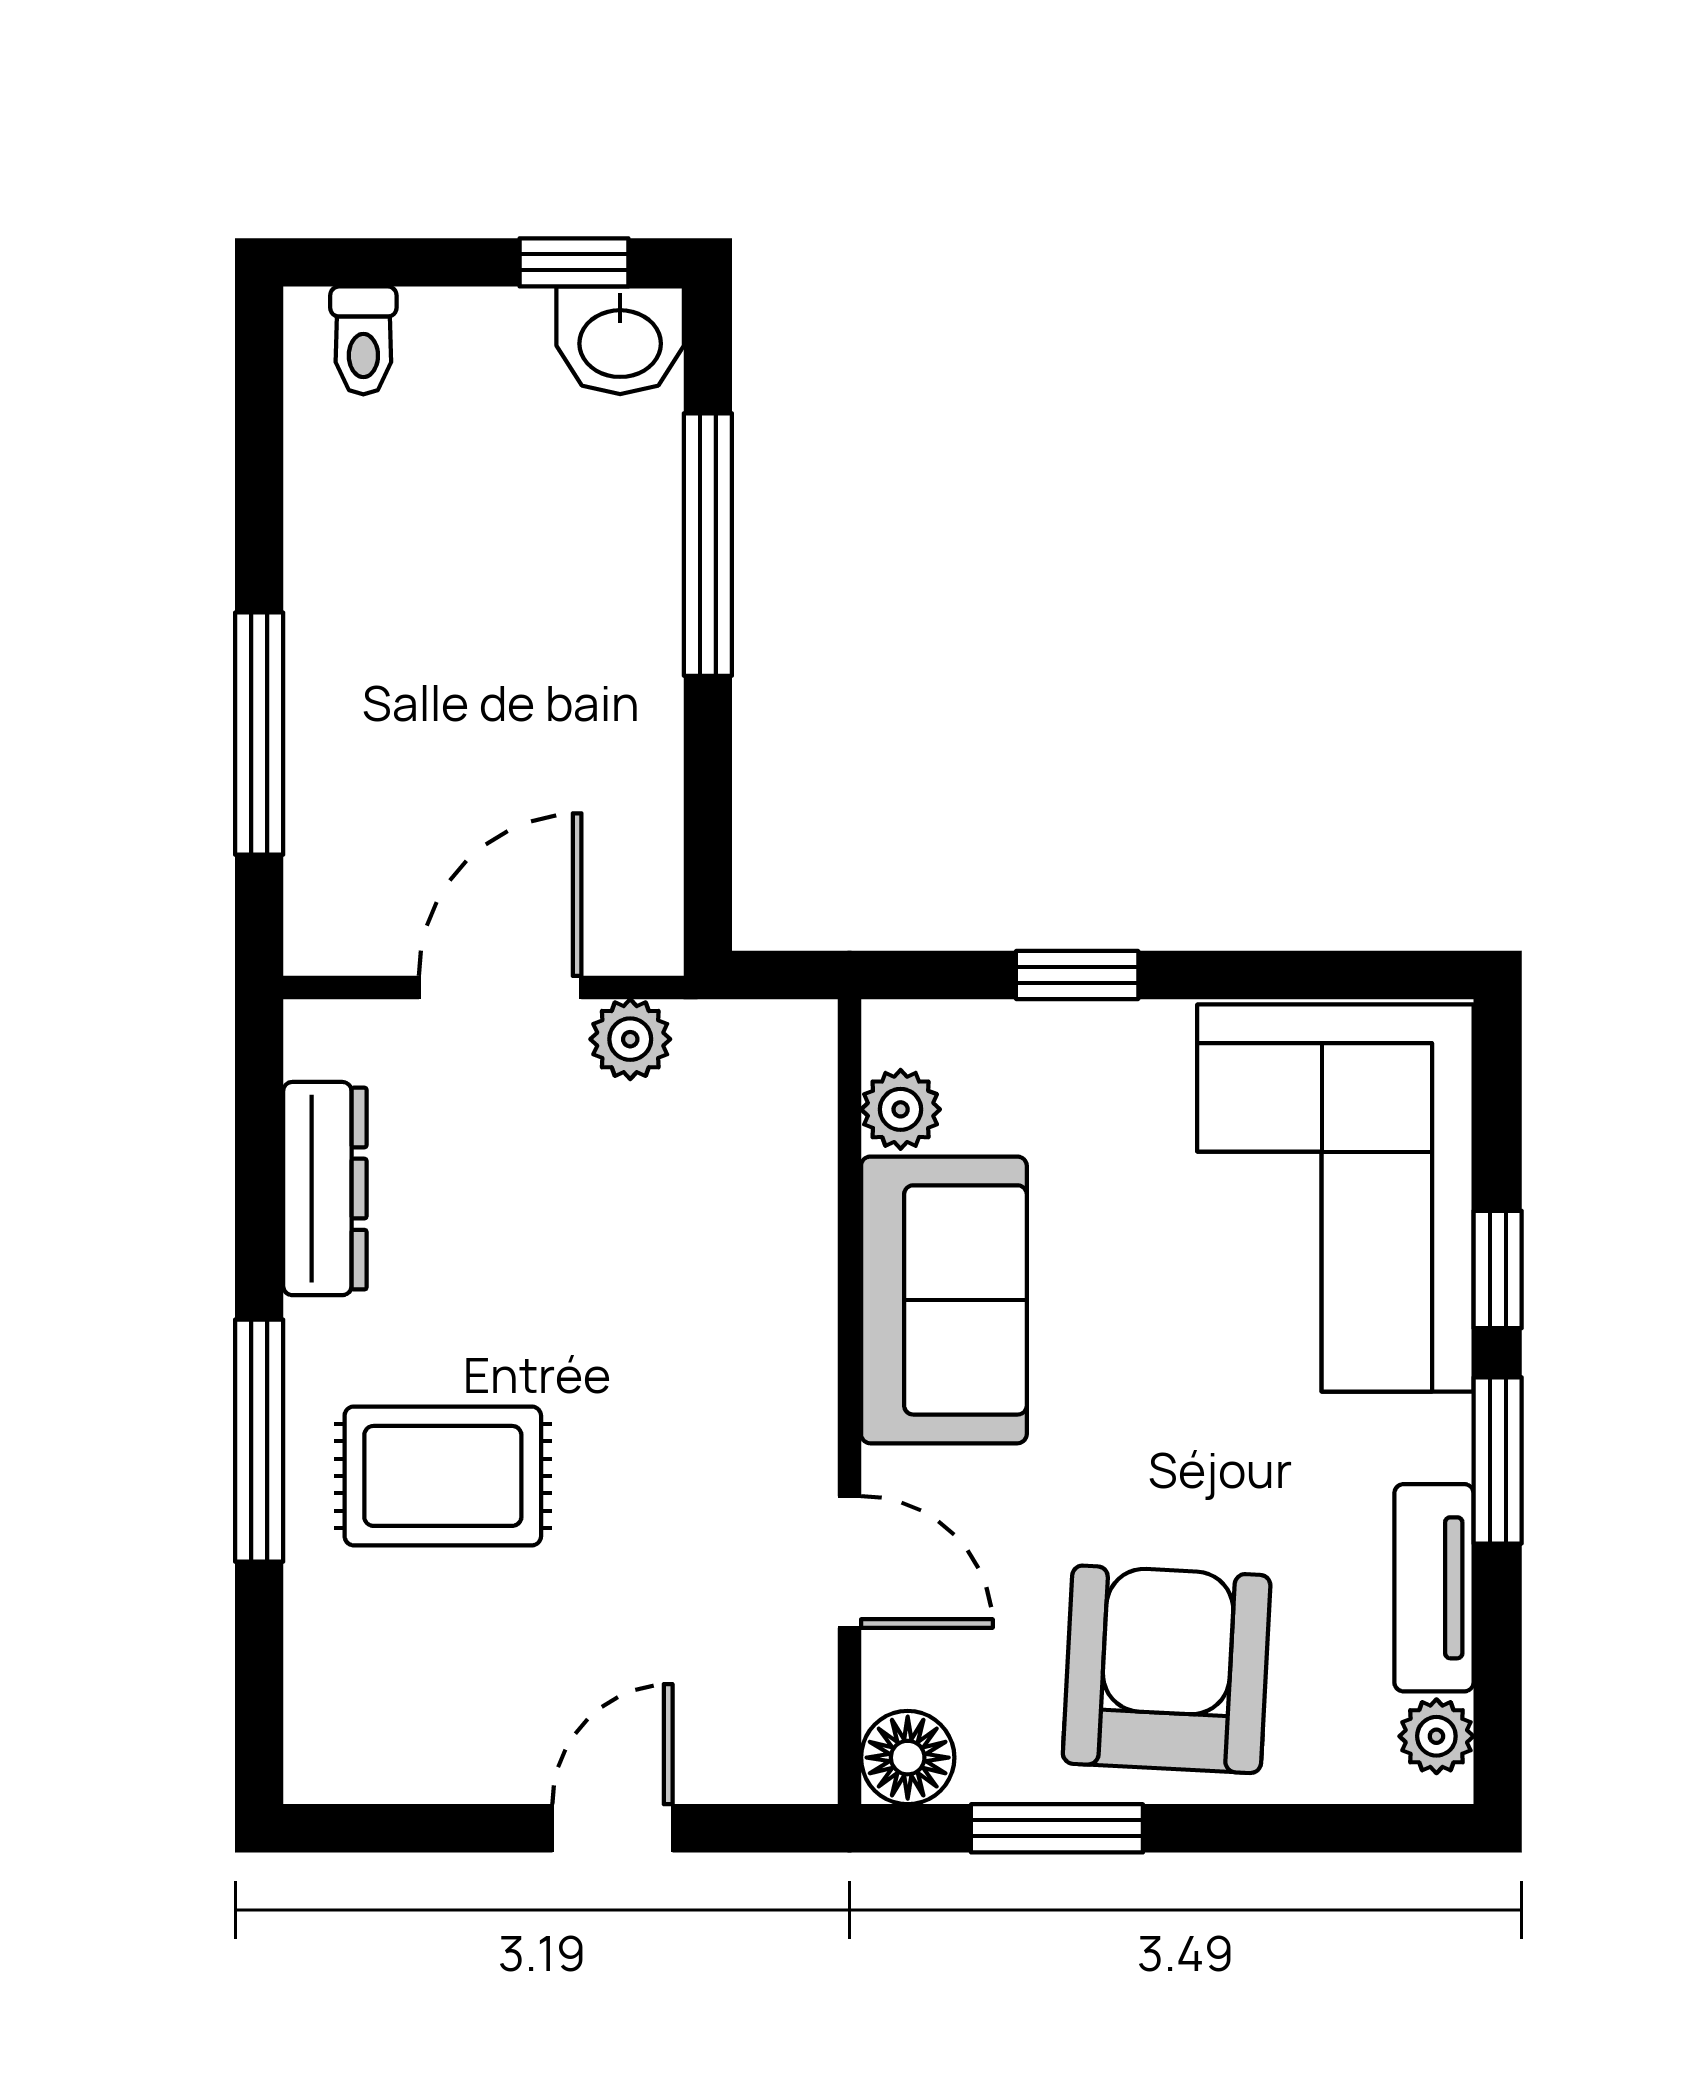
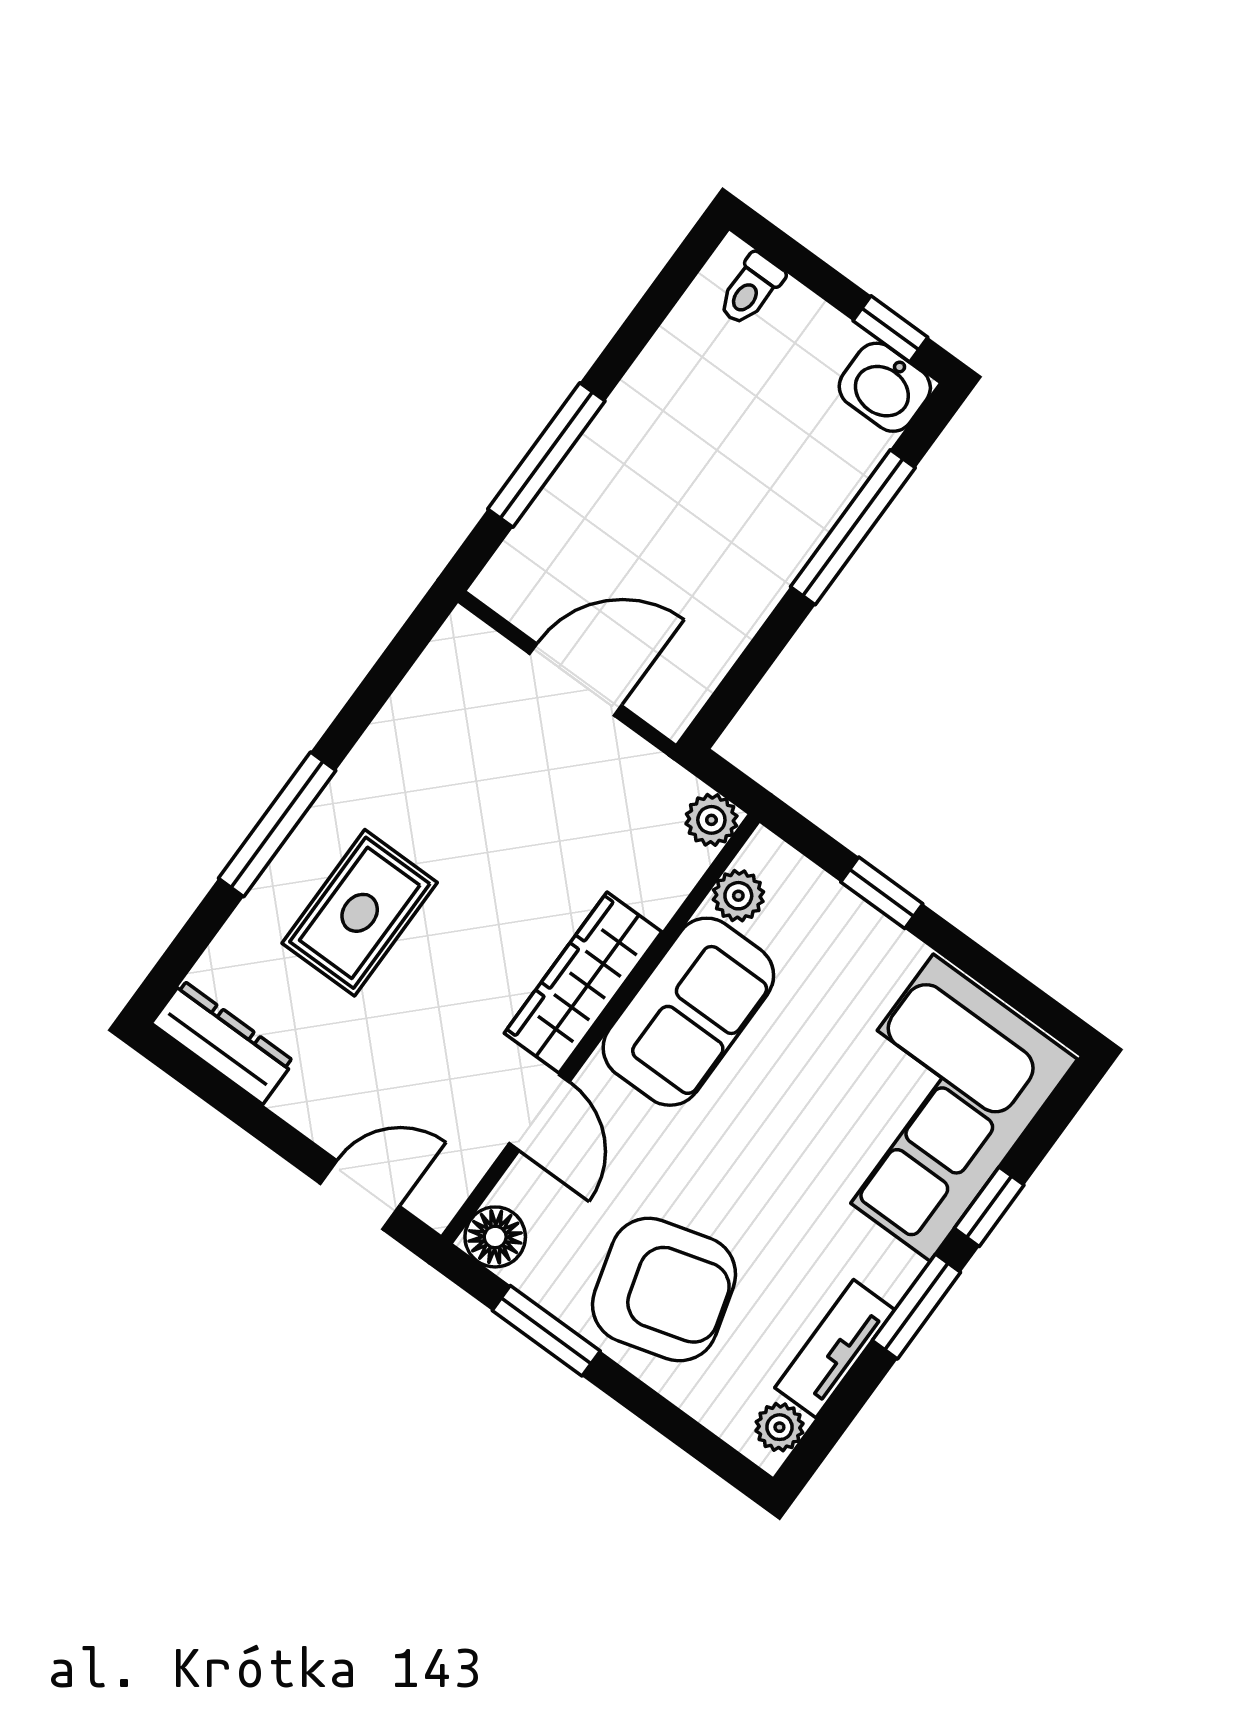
plant: (630, 1039) -> (711, 820), moved
dresser: (325, 1189) -> (223, 1042), moved, turned -90
wardrobe: (786, 1359) -> (583, 982), added
rug: (443, 1476) -> (360, 913), turned 90
armchair: (1167, 1669) -> (664, 1289), turned 71
door: (612, 1828) -> (360, 1195), moved

